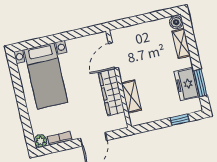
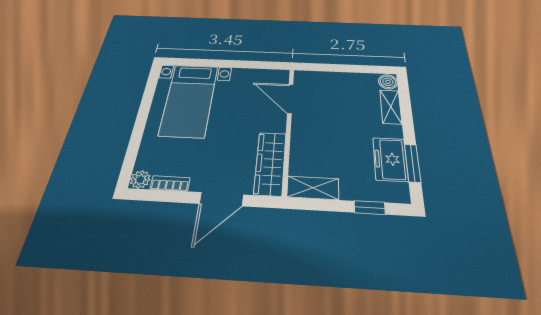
door: (113, 56) -> (290, 99), hinge flipped
wardrobe: (111, 92) -> (270, 163), moved
shelving: (131, 96) -> (313, 188), moved, turned 90

